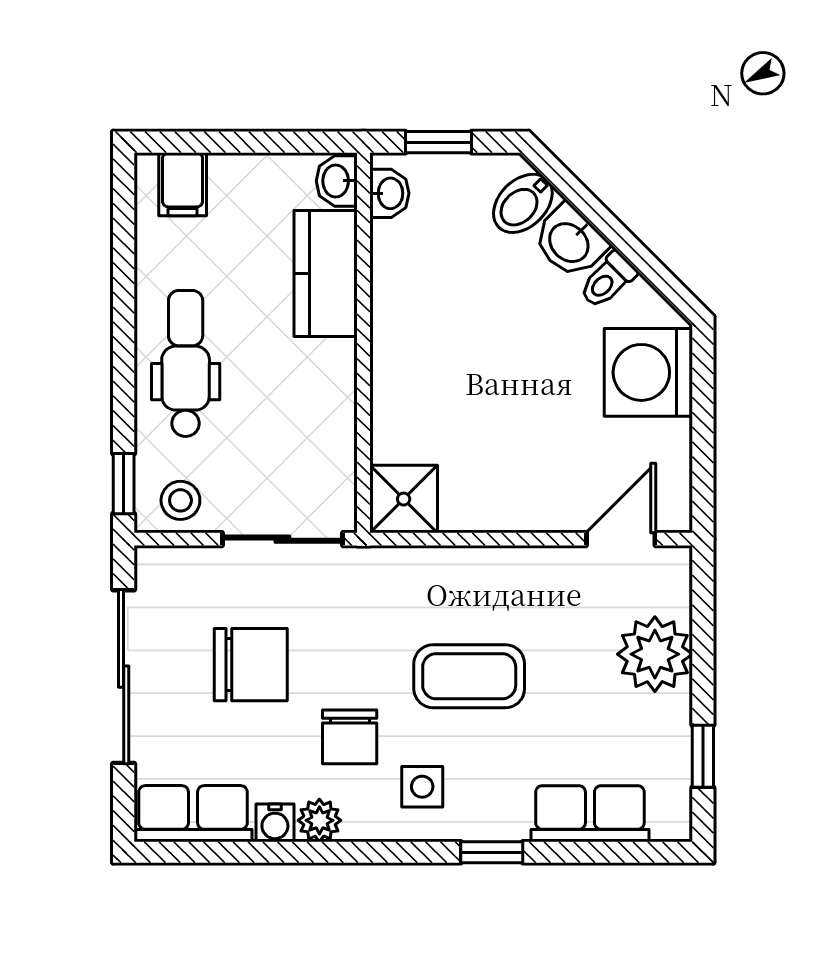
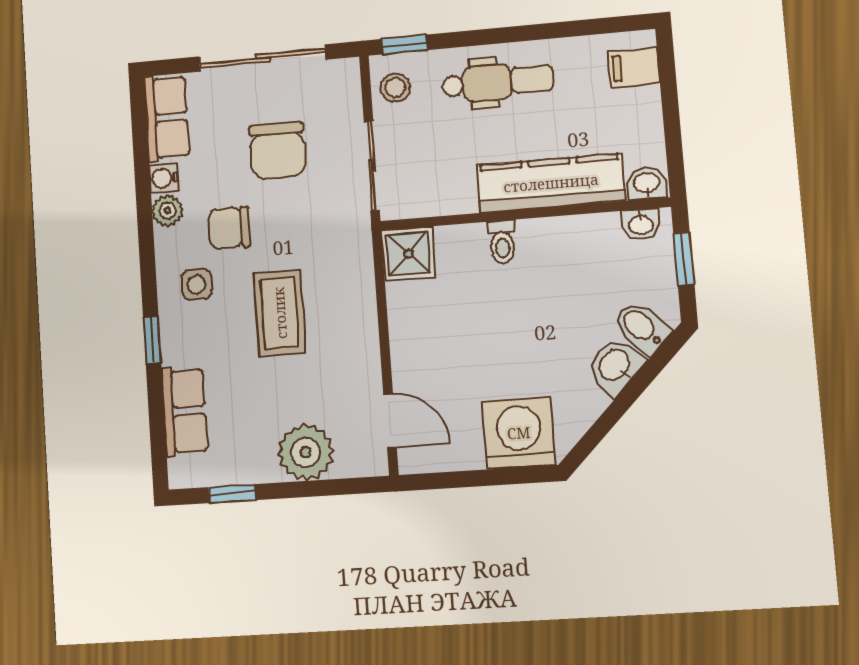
kitchen counter: (326, 274) -> (551, 183), width x1.50
toilet: (608, 280) -> (502, 242), moved, turned -135

